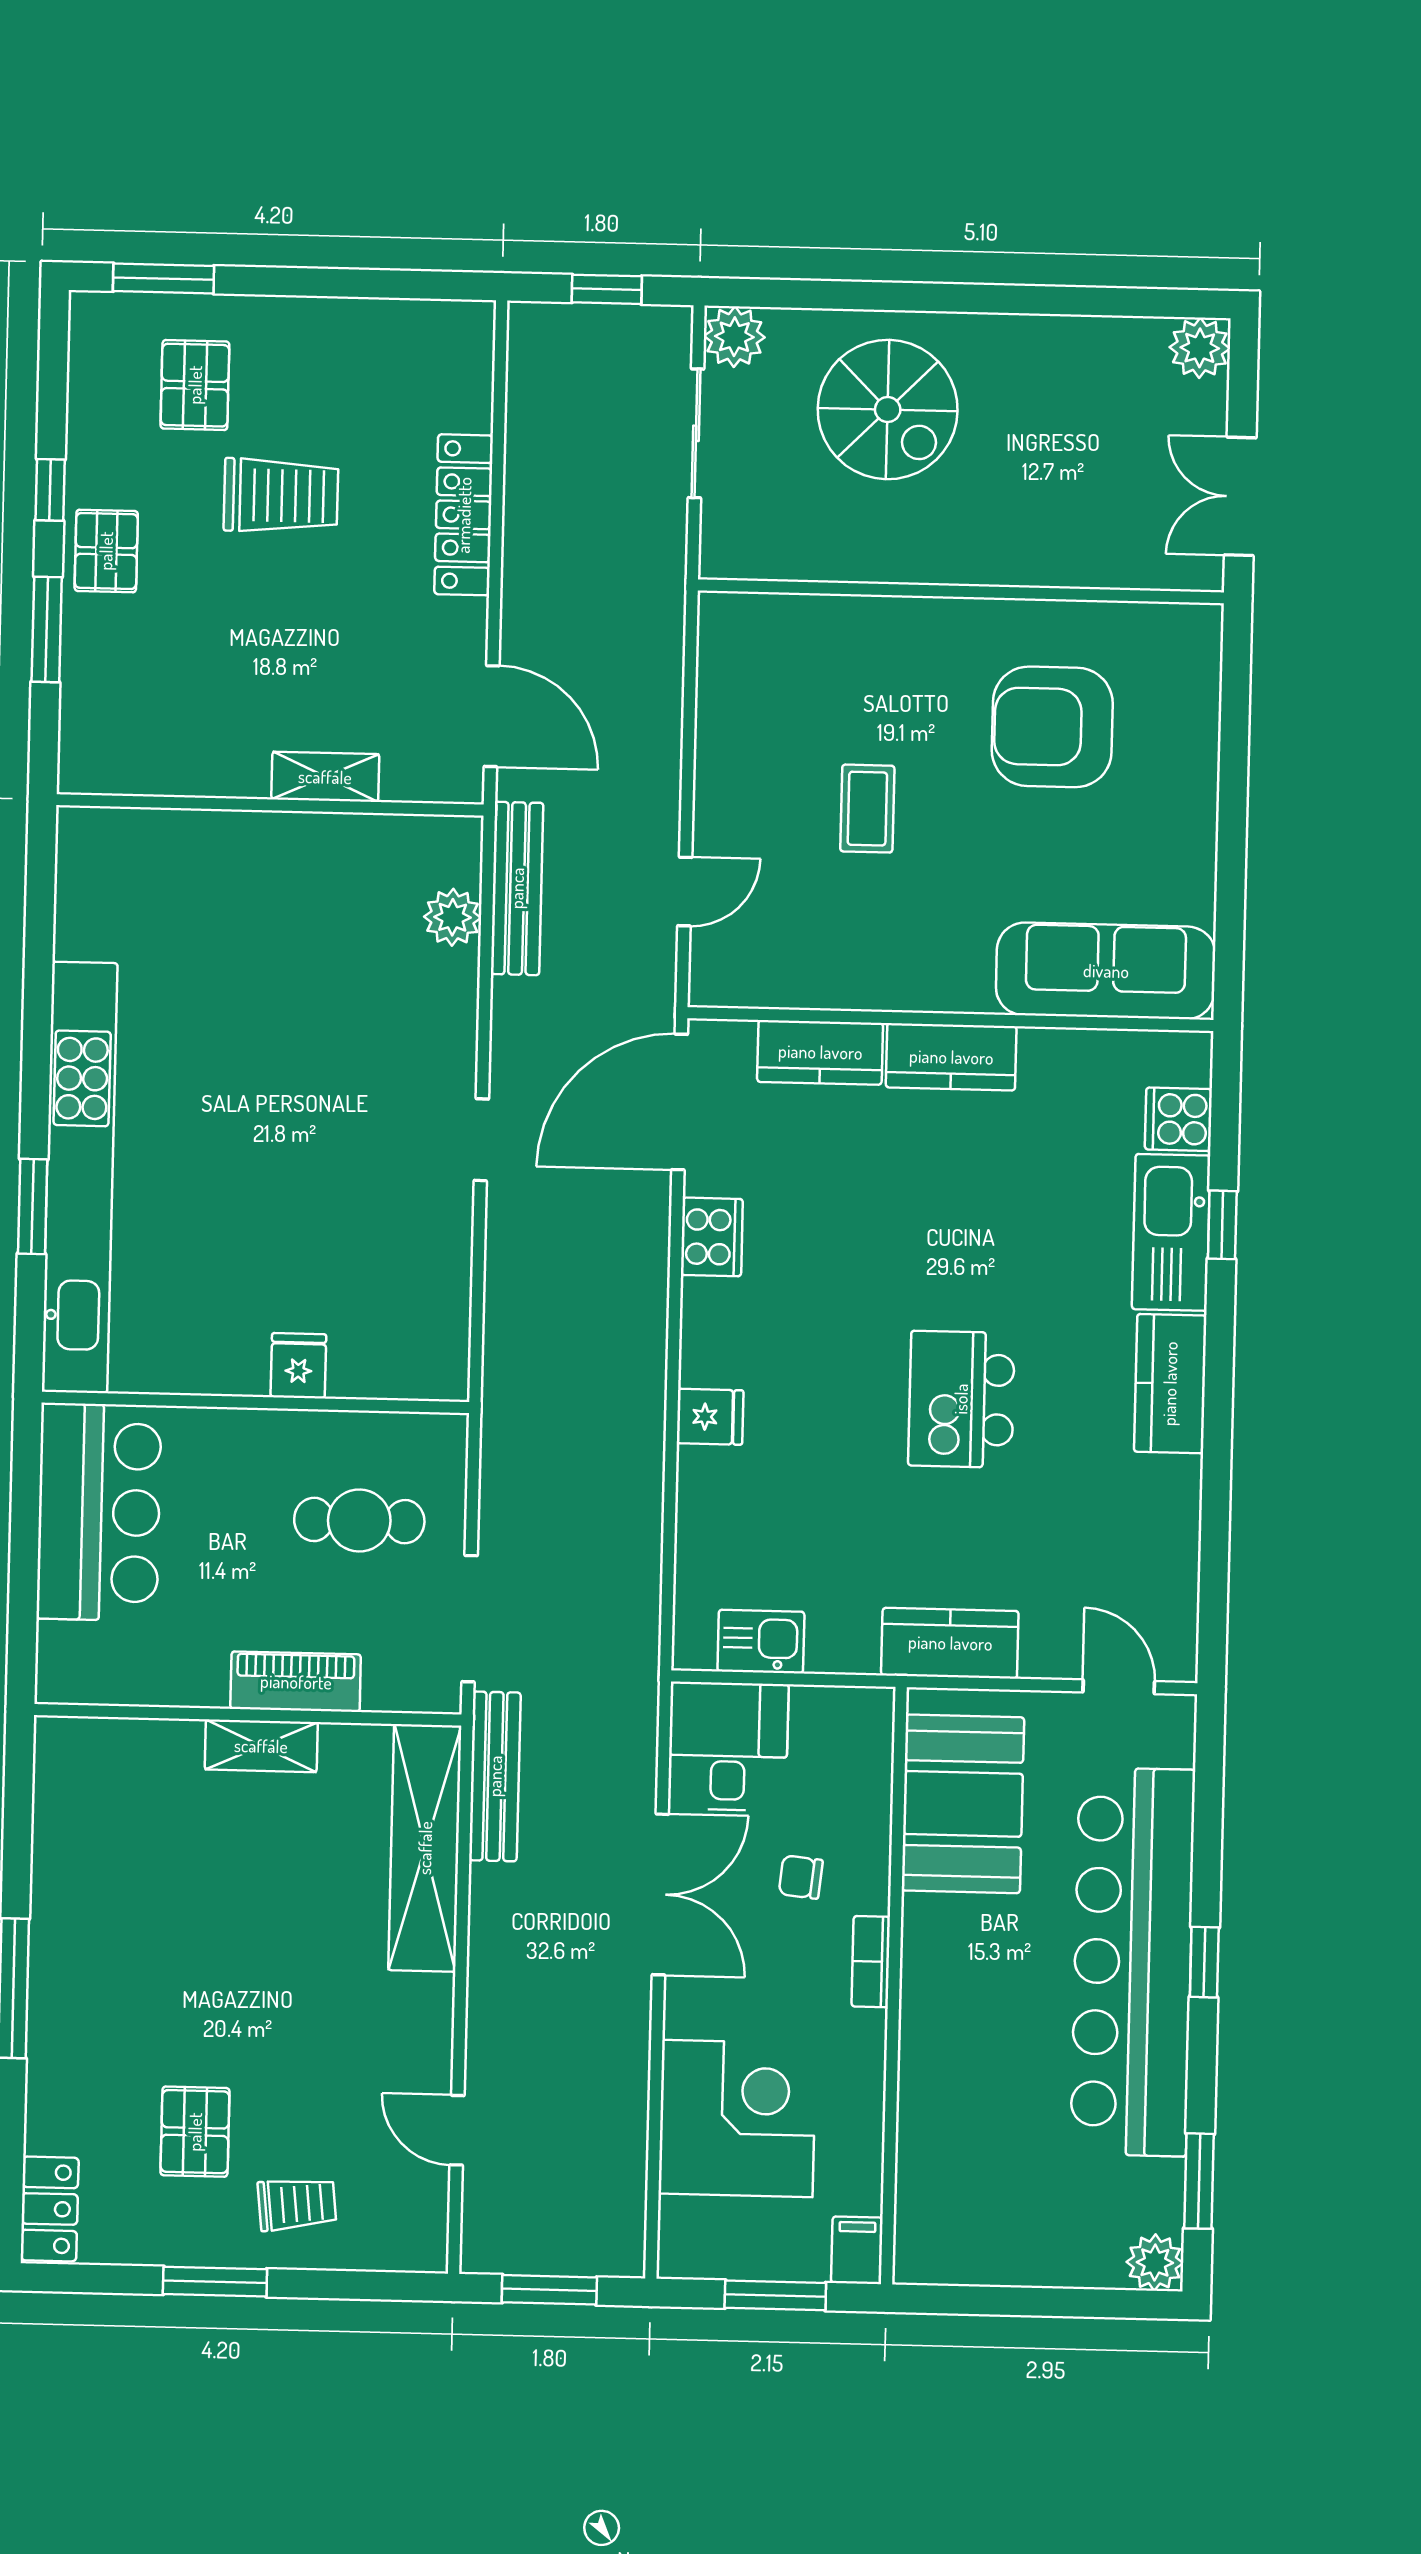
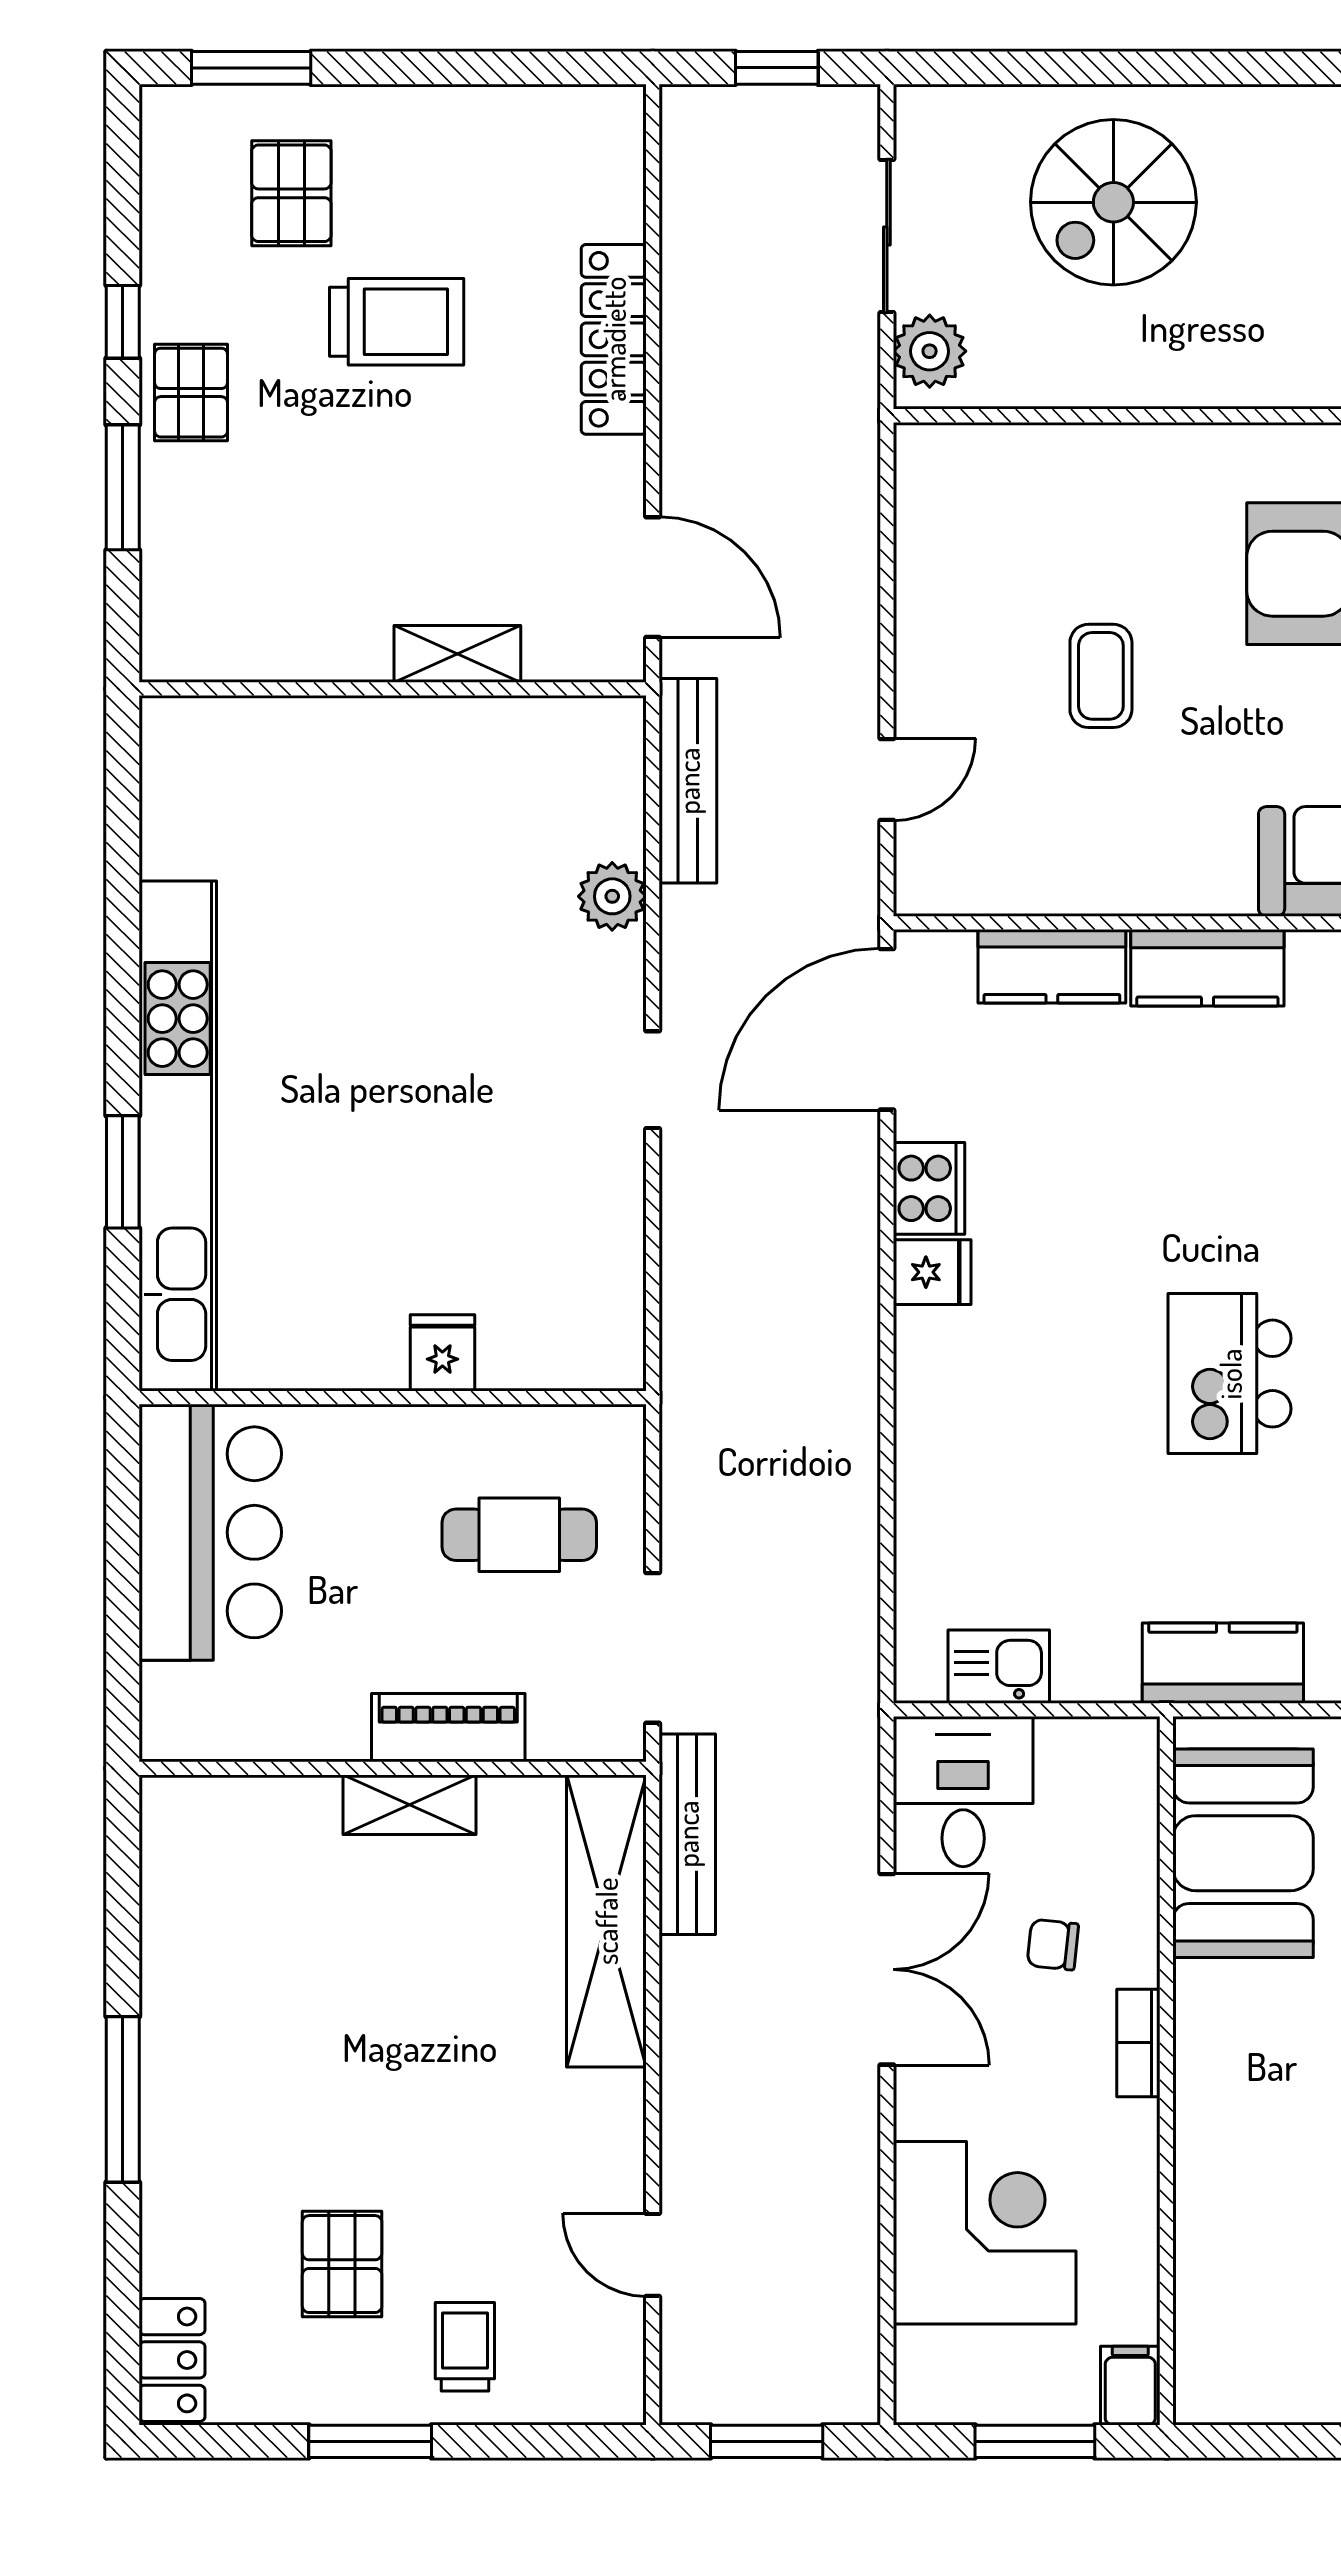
plant: (734, 337) -> (930, 351), moved
spiral stairs: (888, 410) -> (1113, 202), turned 90
plant: (453, 917) -> (612, 896), moved
fridge: (710, 1417) -> (932, 1272), moved
trolley: (297, 2204) -> (465, 2347), turned -84

